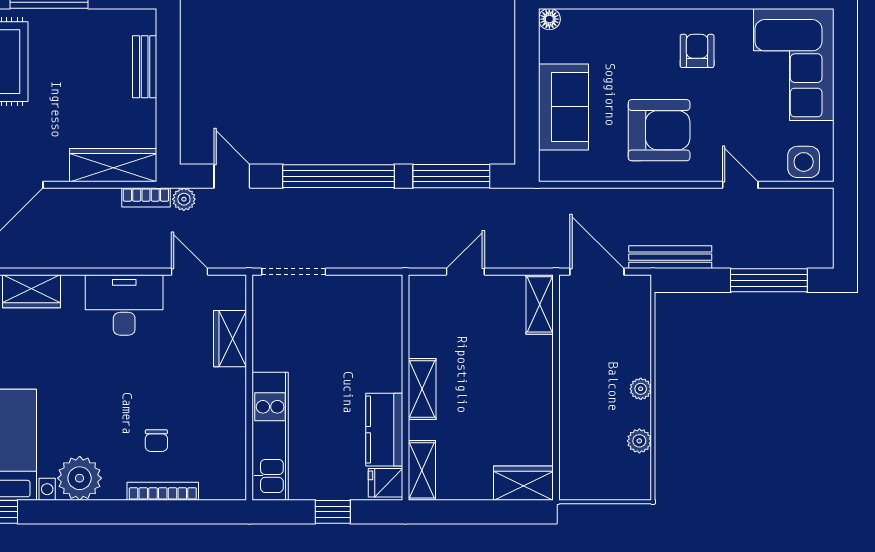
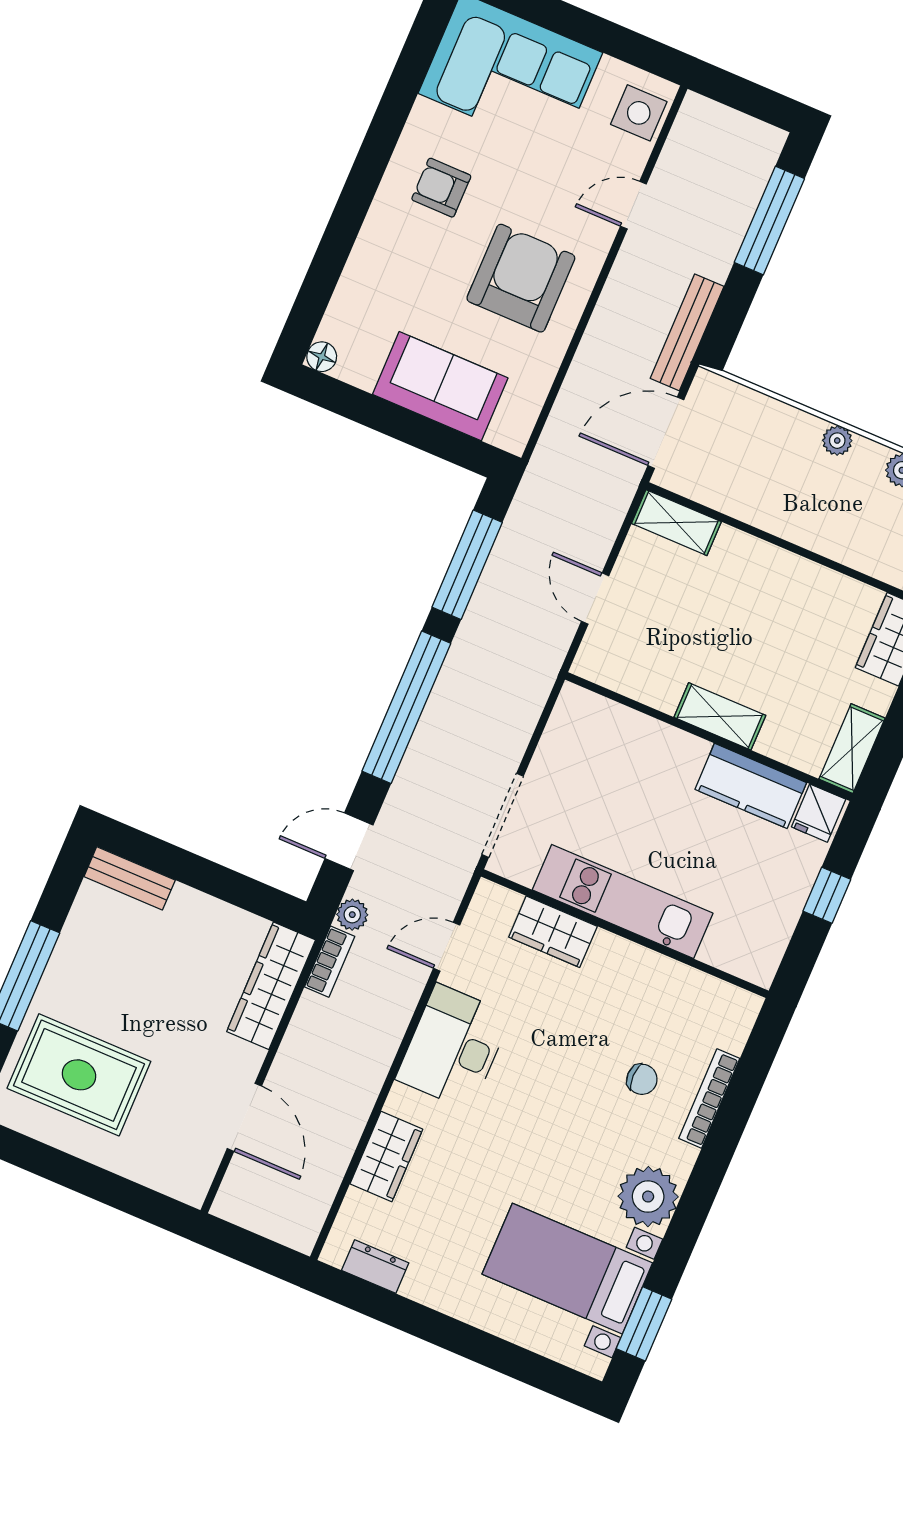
bench: (145, 67) -> (130, 878), moved
kitchen unit: (270, 436) -> (623, 902), moved
shelving: (422, 470) -> (852, 749), moved, turned 90

